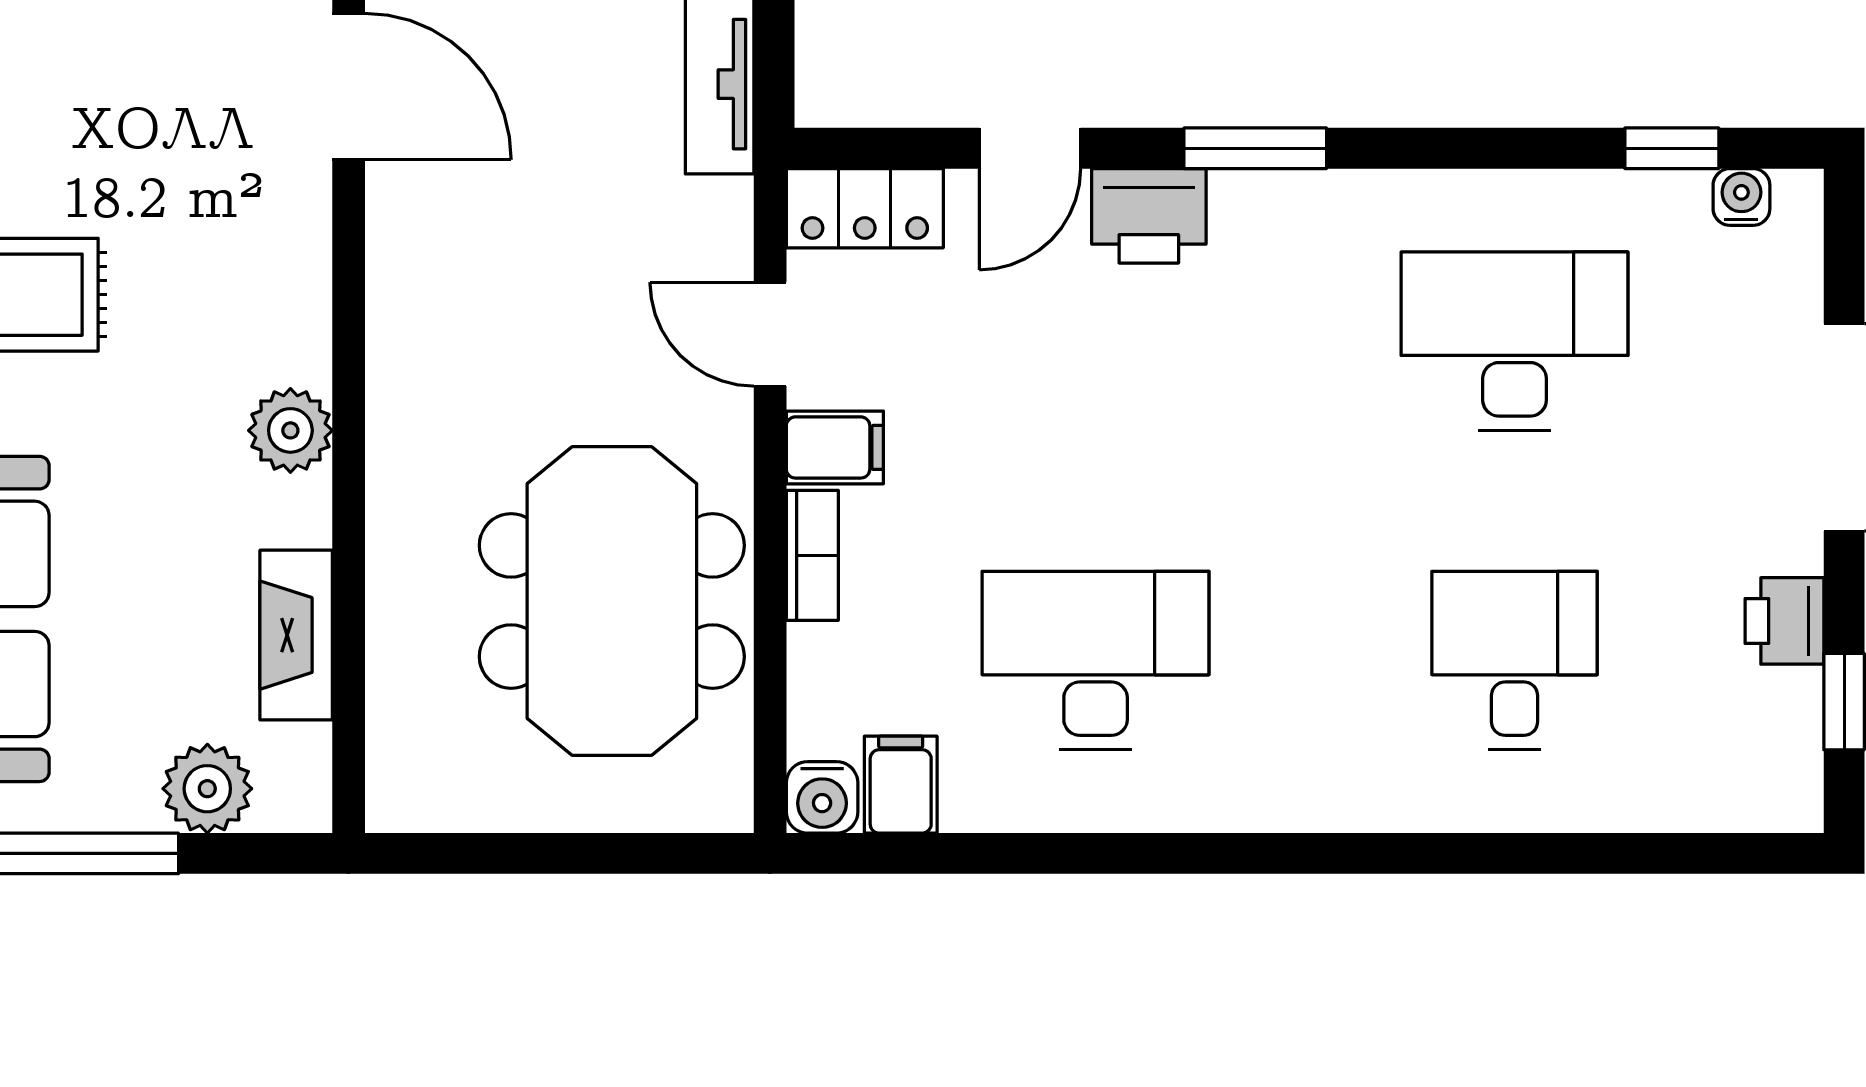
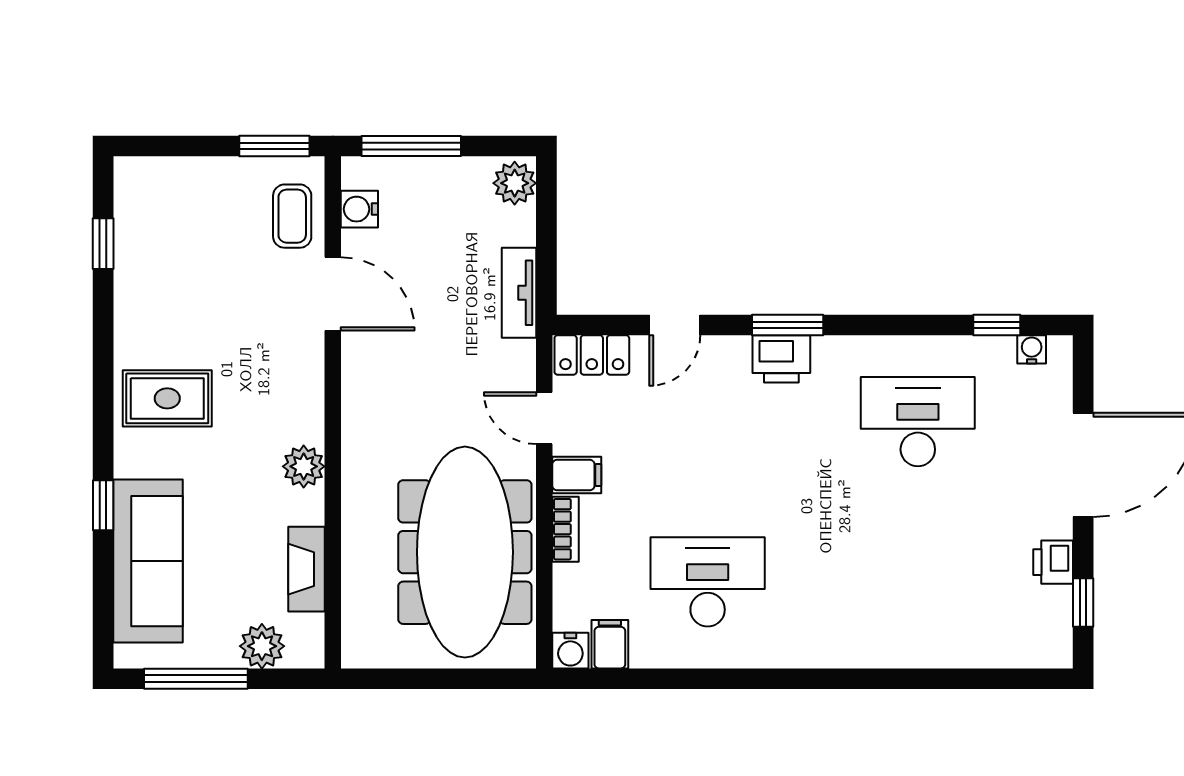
printer: (1149, 216) -> (781, 359), moved
meeting table: (612, 601) -> (465, 552), width x1.36
desk: (1515, 661) -> (918, 582), removed

